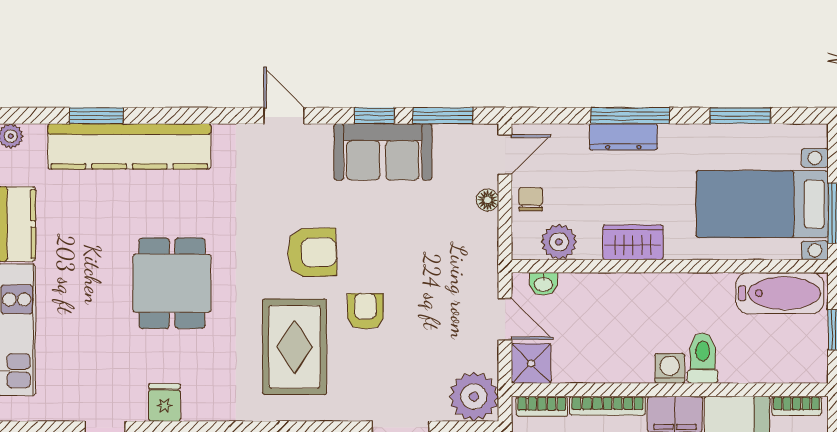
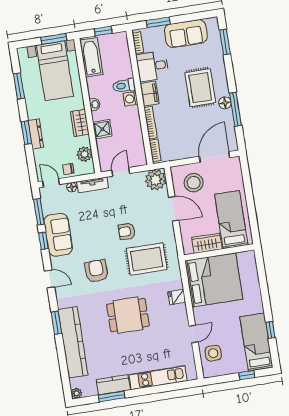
window: (96, 116) -> (56, 323), moved
door: (284, 116) -> (50, 279), swing flipped
window: (630, 116) -> (26, 133), width x0.69
tv unit: (485, 249) -> (93, 185), added
armchair: (312, 252) -> (96, 271), moved
washbasin: (543, 284) -> (95, 104), moved
shower: (531, 364) -> (102, 129), moved
fridge: (165, 403) -> (177, 297), moved

